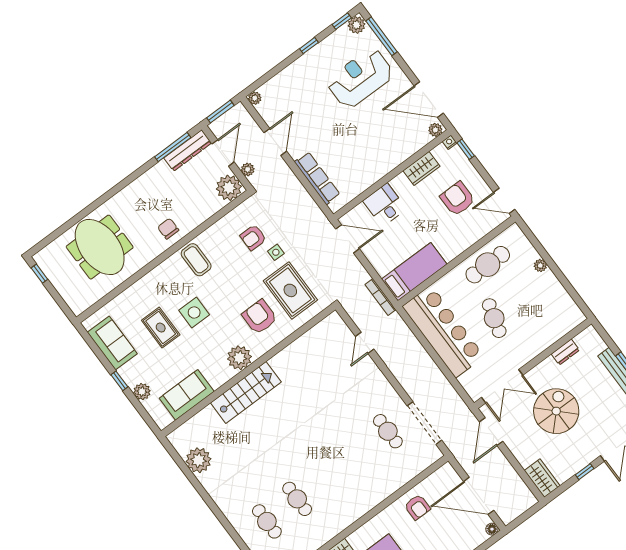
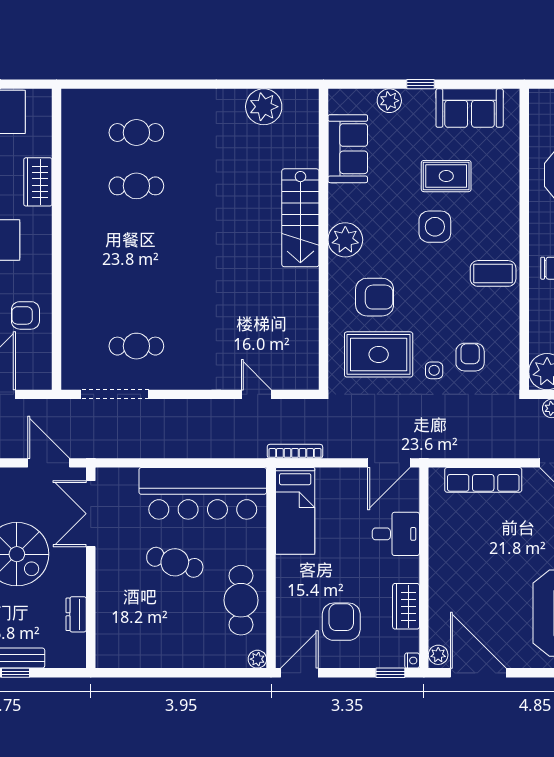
door: (429, 100) -> (478, 673), hinge flipped
armchair: (458, 199) -> (341, 622), turned -90
plant: (540, 266) -> (257, 659), moved

